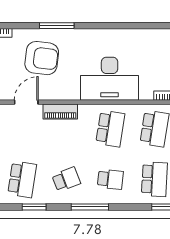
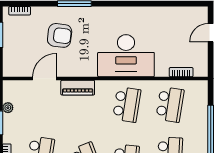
armchair: (42, 58) -> (60, 35), width x0.73, depth x0.73

